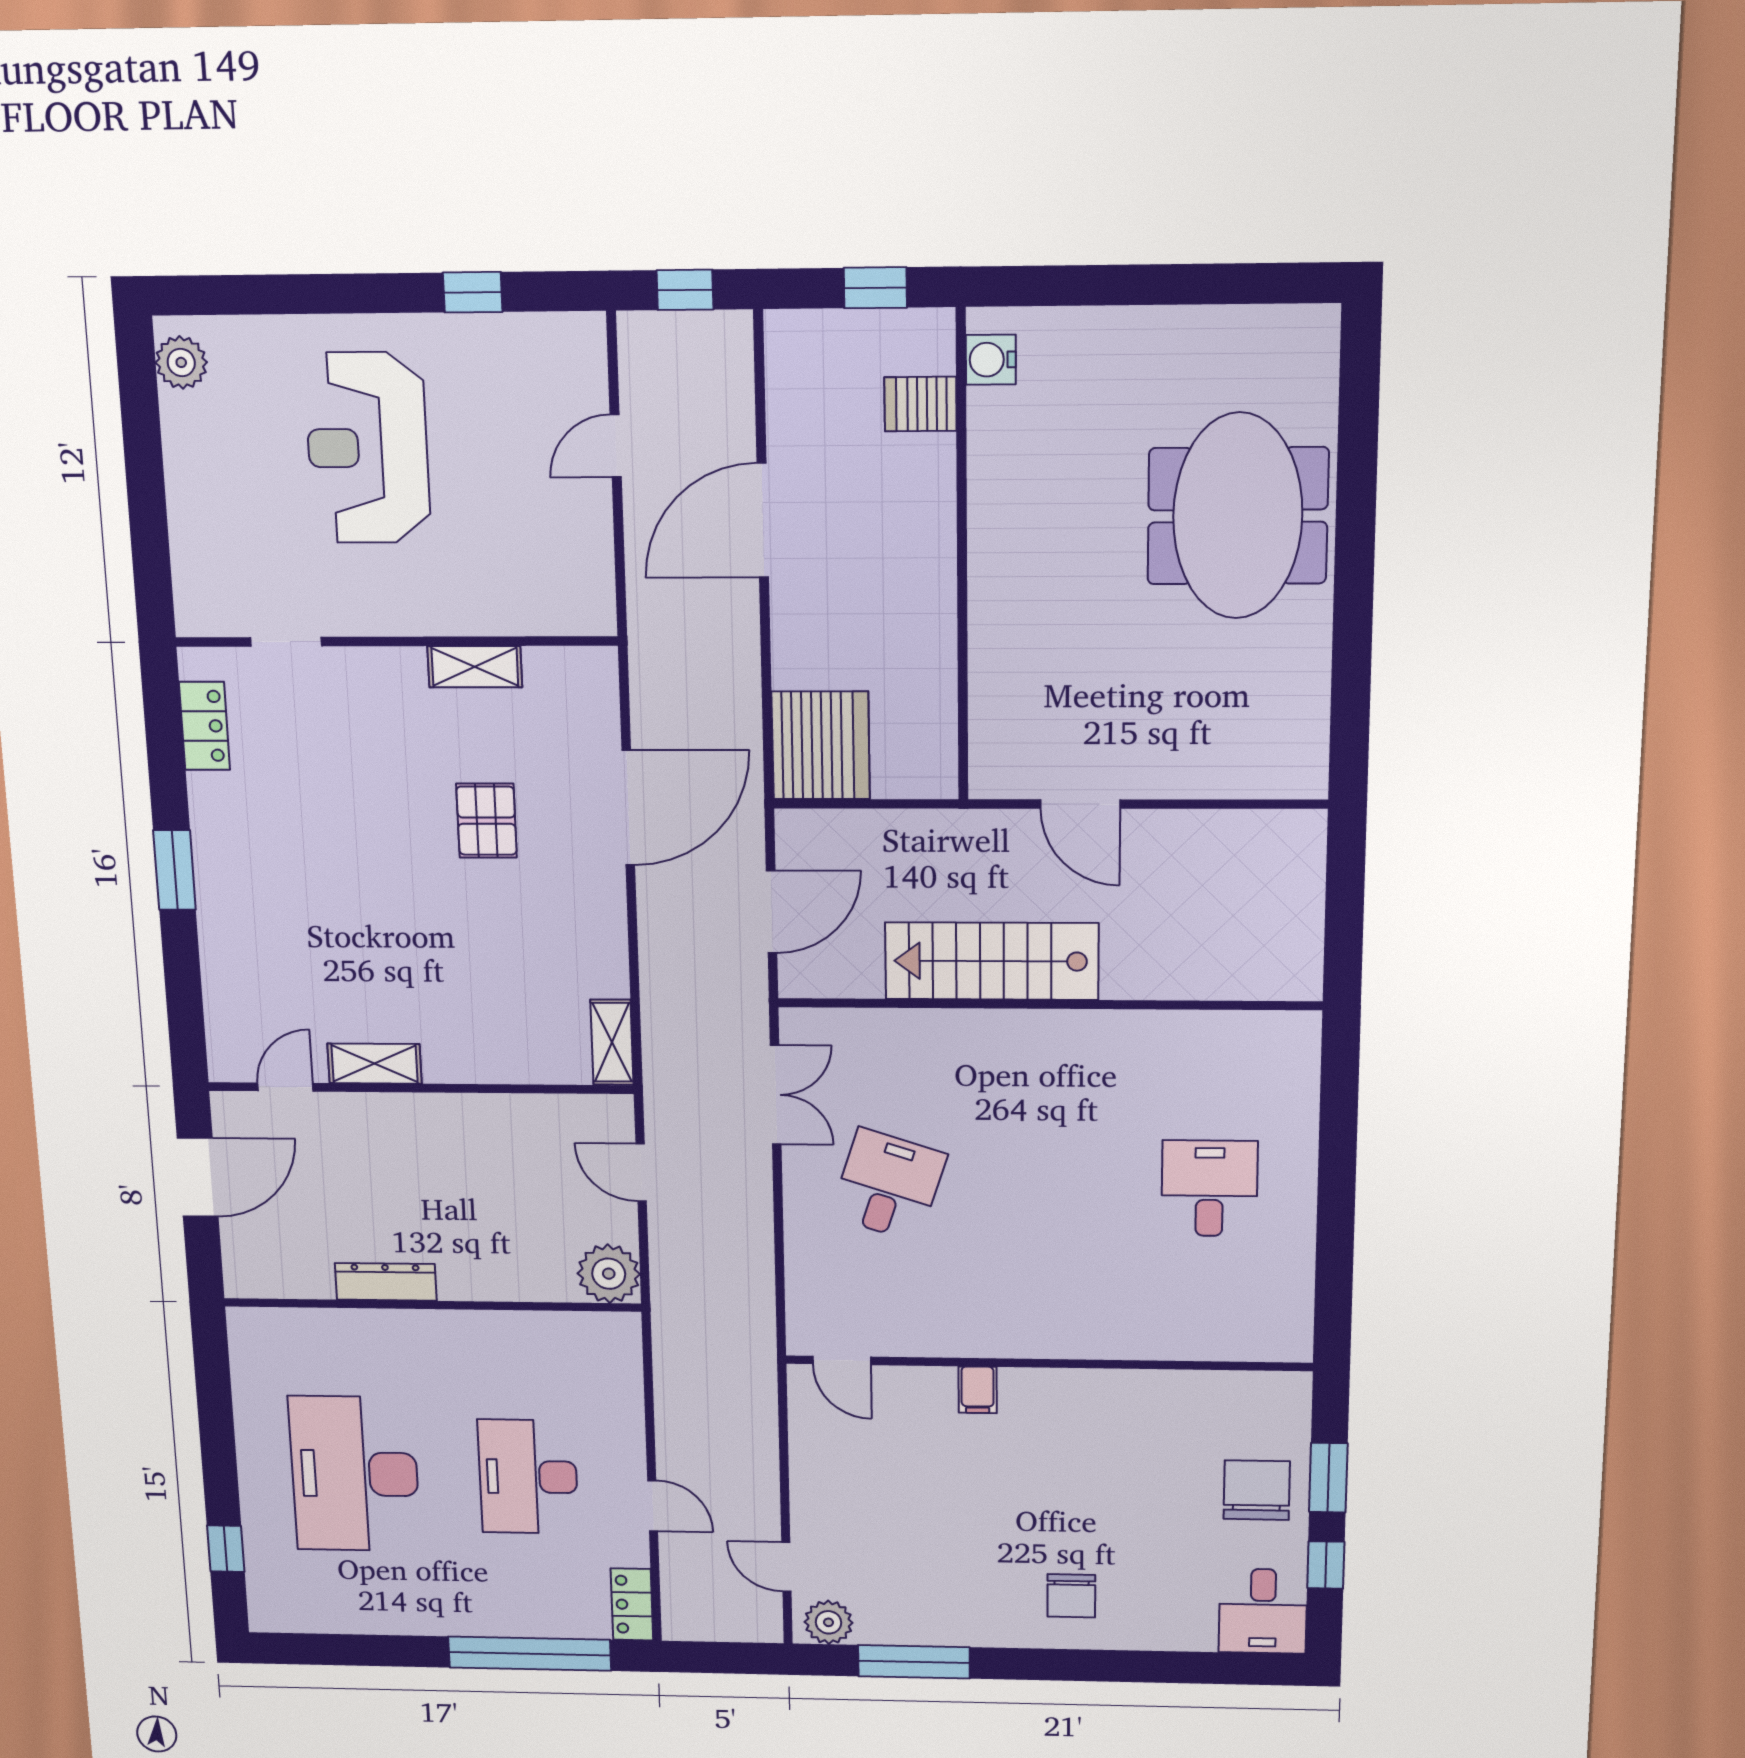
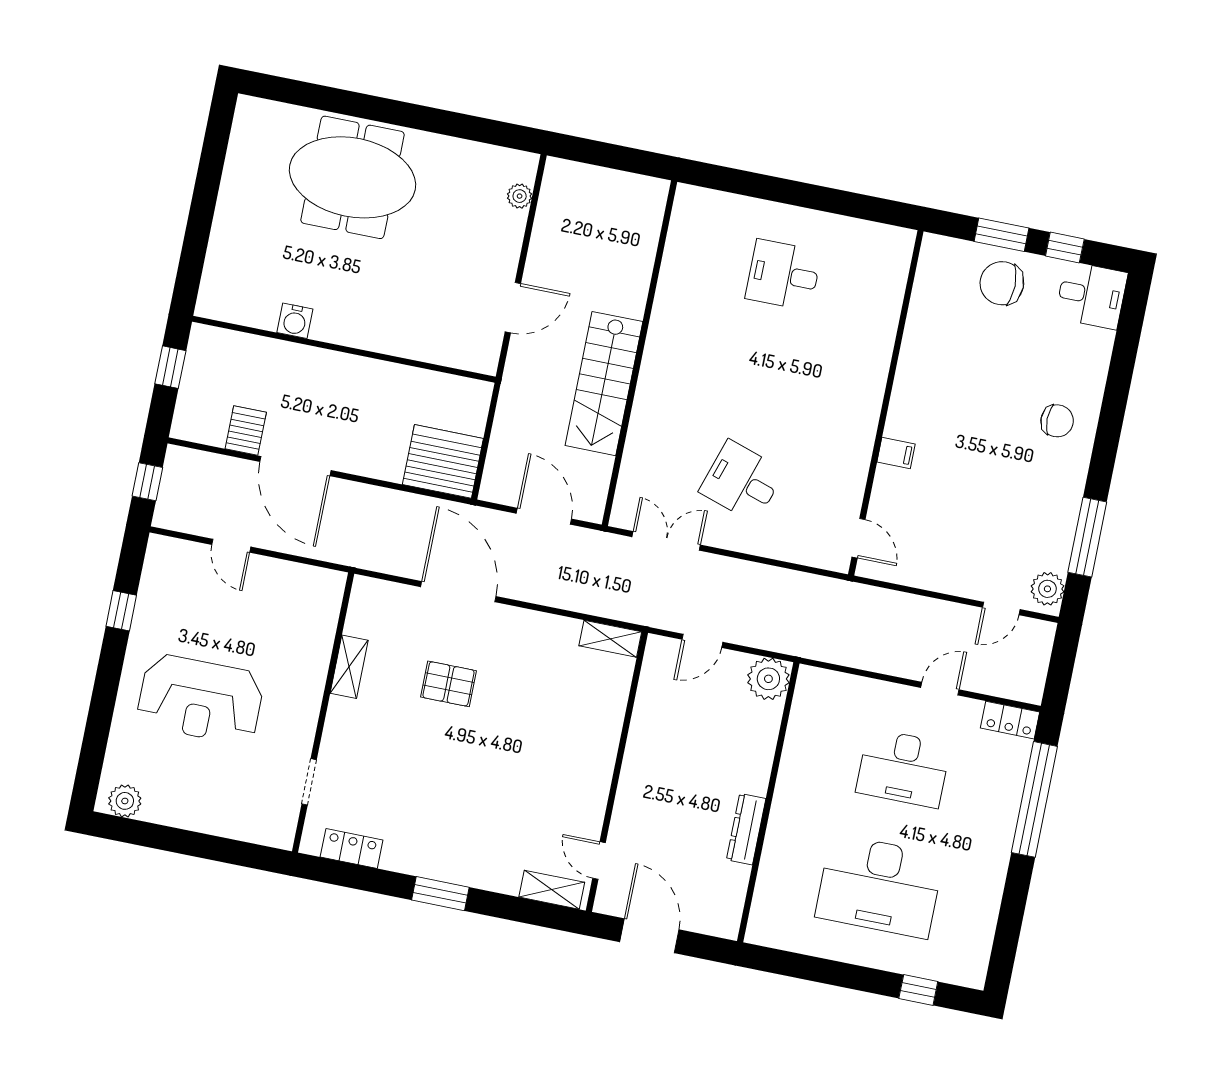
water cooler: (991, 360) -> (295, 321), moved
server rack: (920, 404) -> (246, 430), moved, turned 180
plant: (1256, 780) -> (520, 196), added
shelving: (375, 1064) -> (552, 890), moved, turned 90
door: (842, 1360) -> (859, 538), hinge flipped

